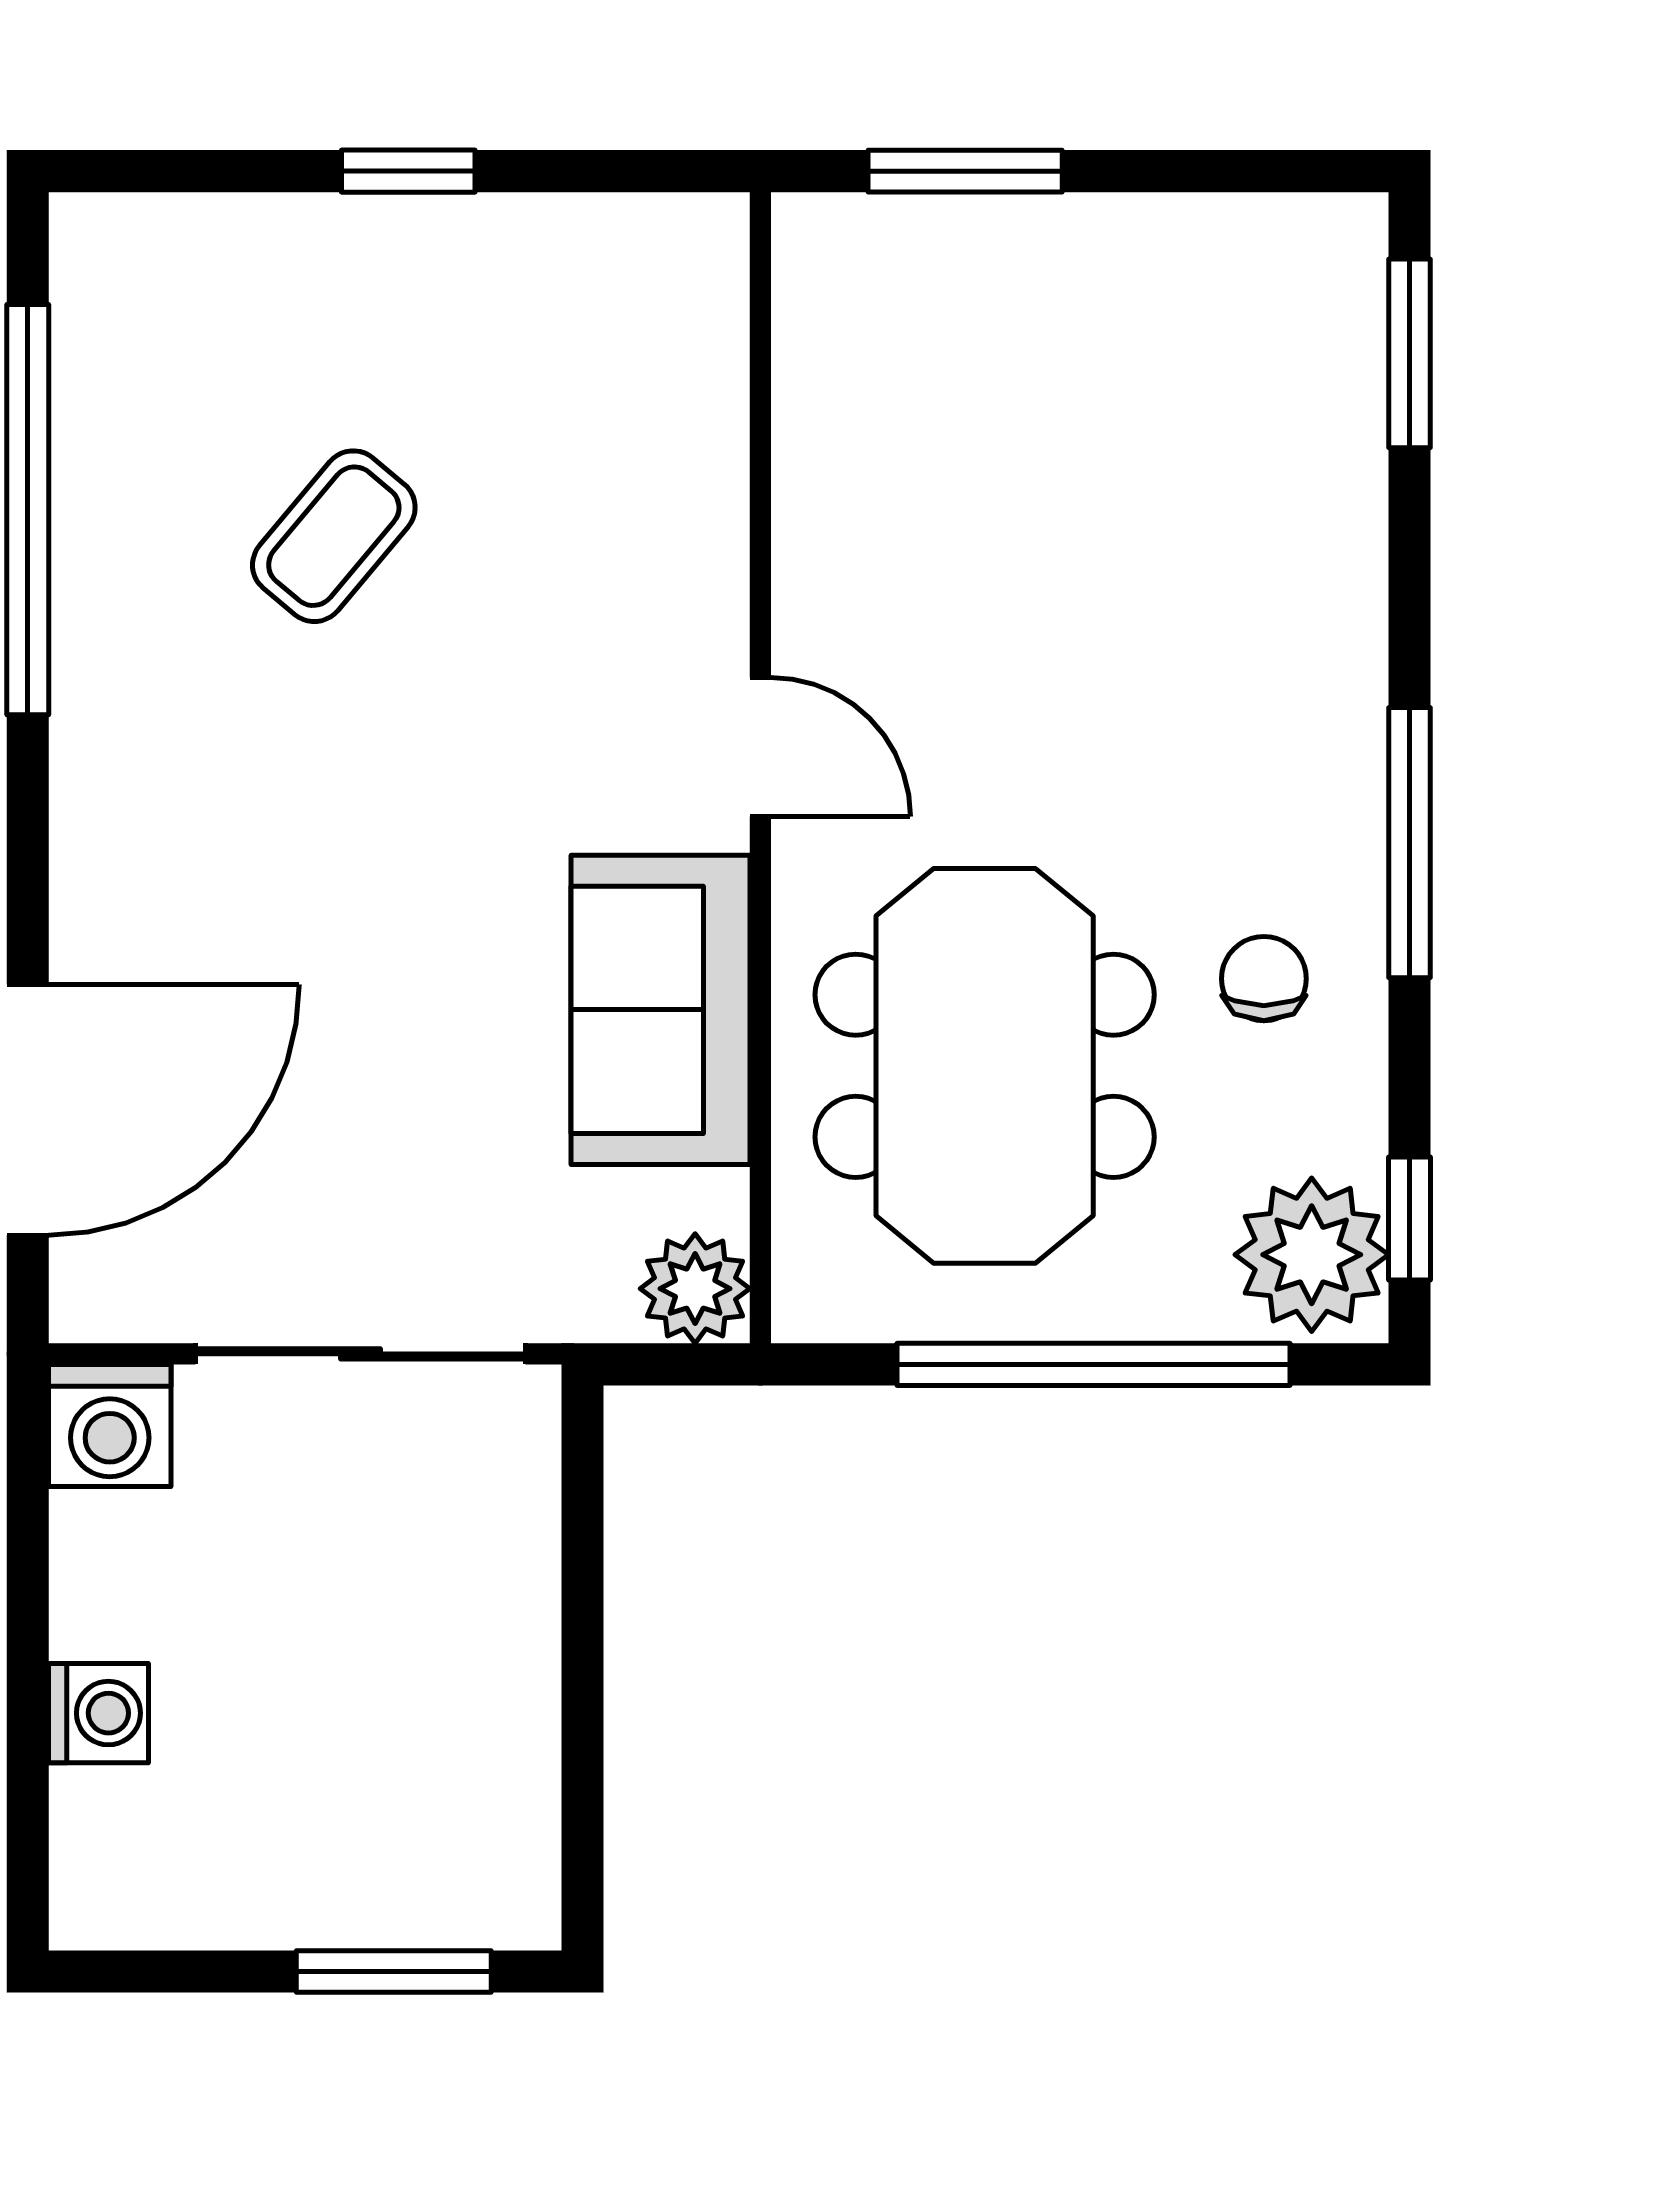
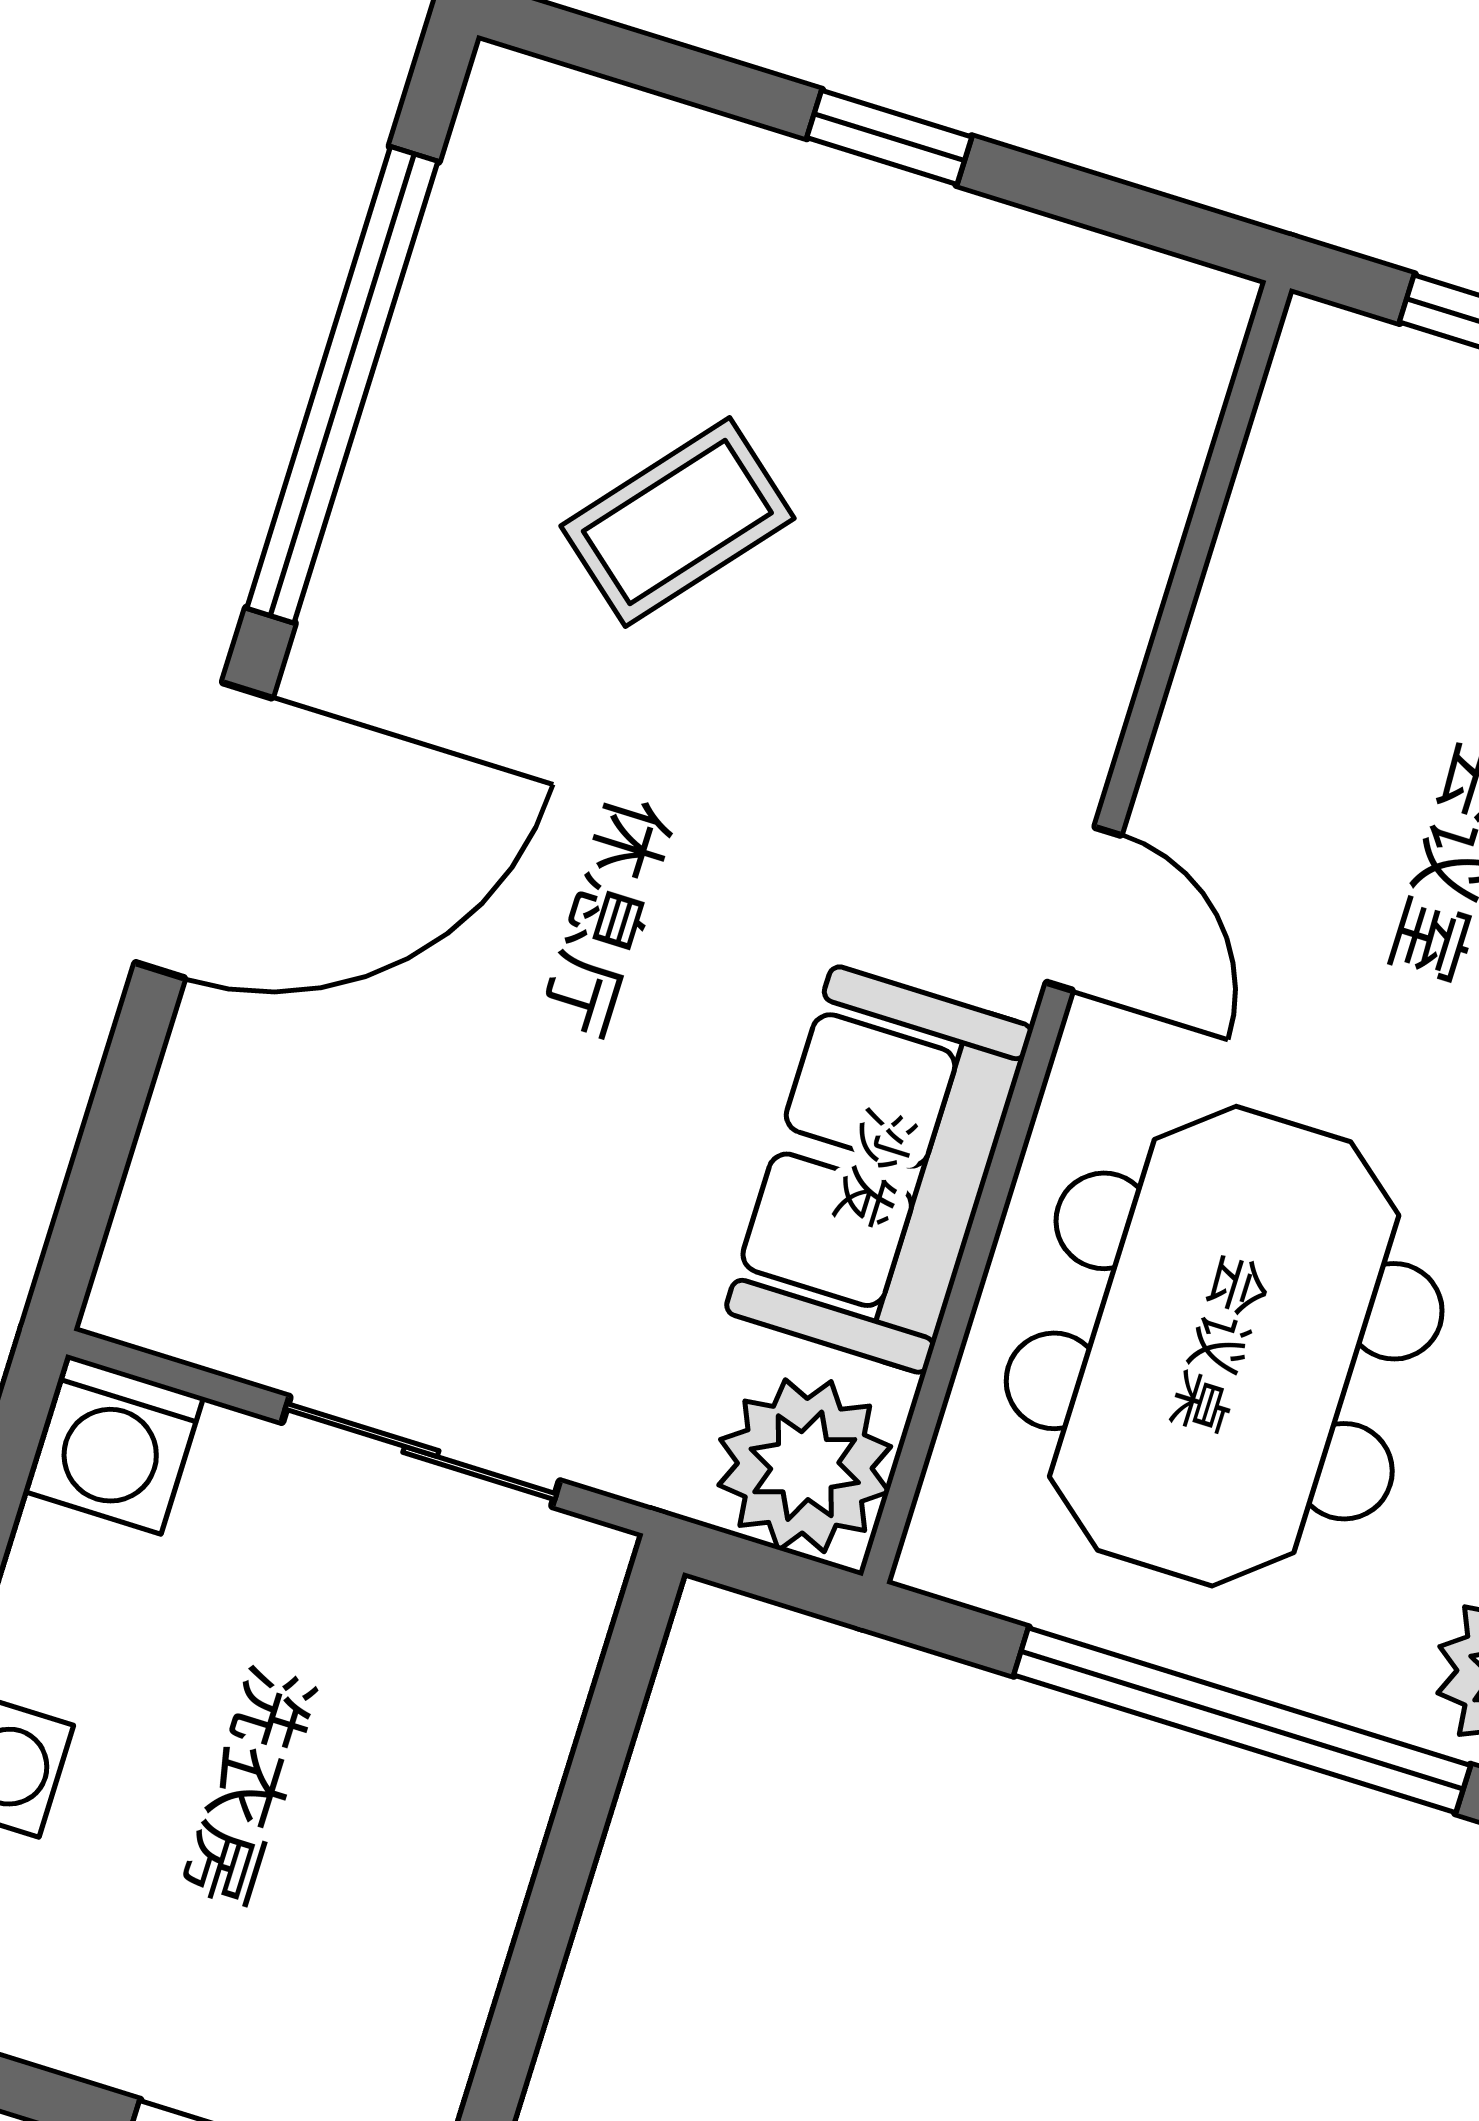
door: (28, 1110) -> (204, 830), moved
plant: (695, 1289) -> (805, 1466), width x1.36, depth x1.36
sliding door: (360, 1354) -> (421, 1452), width x0.73

